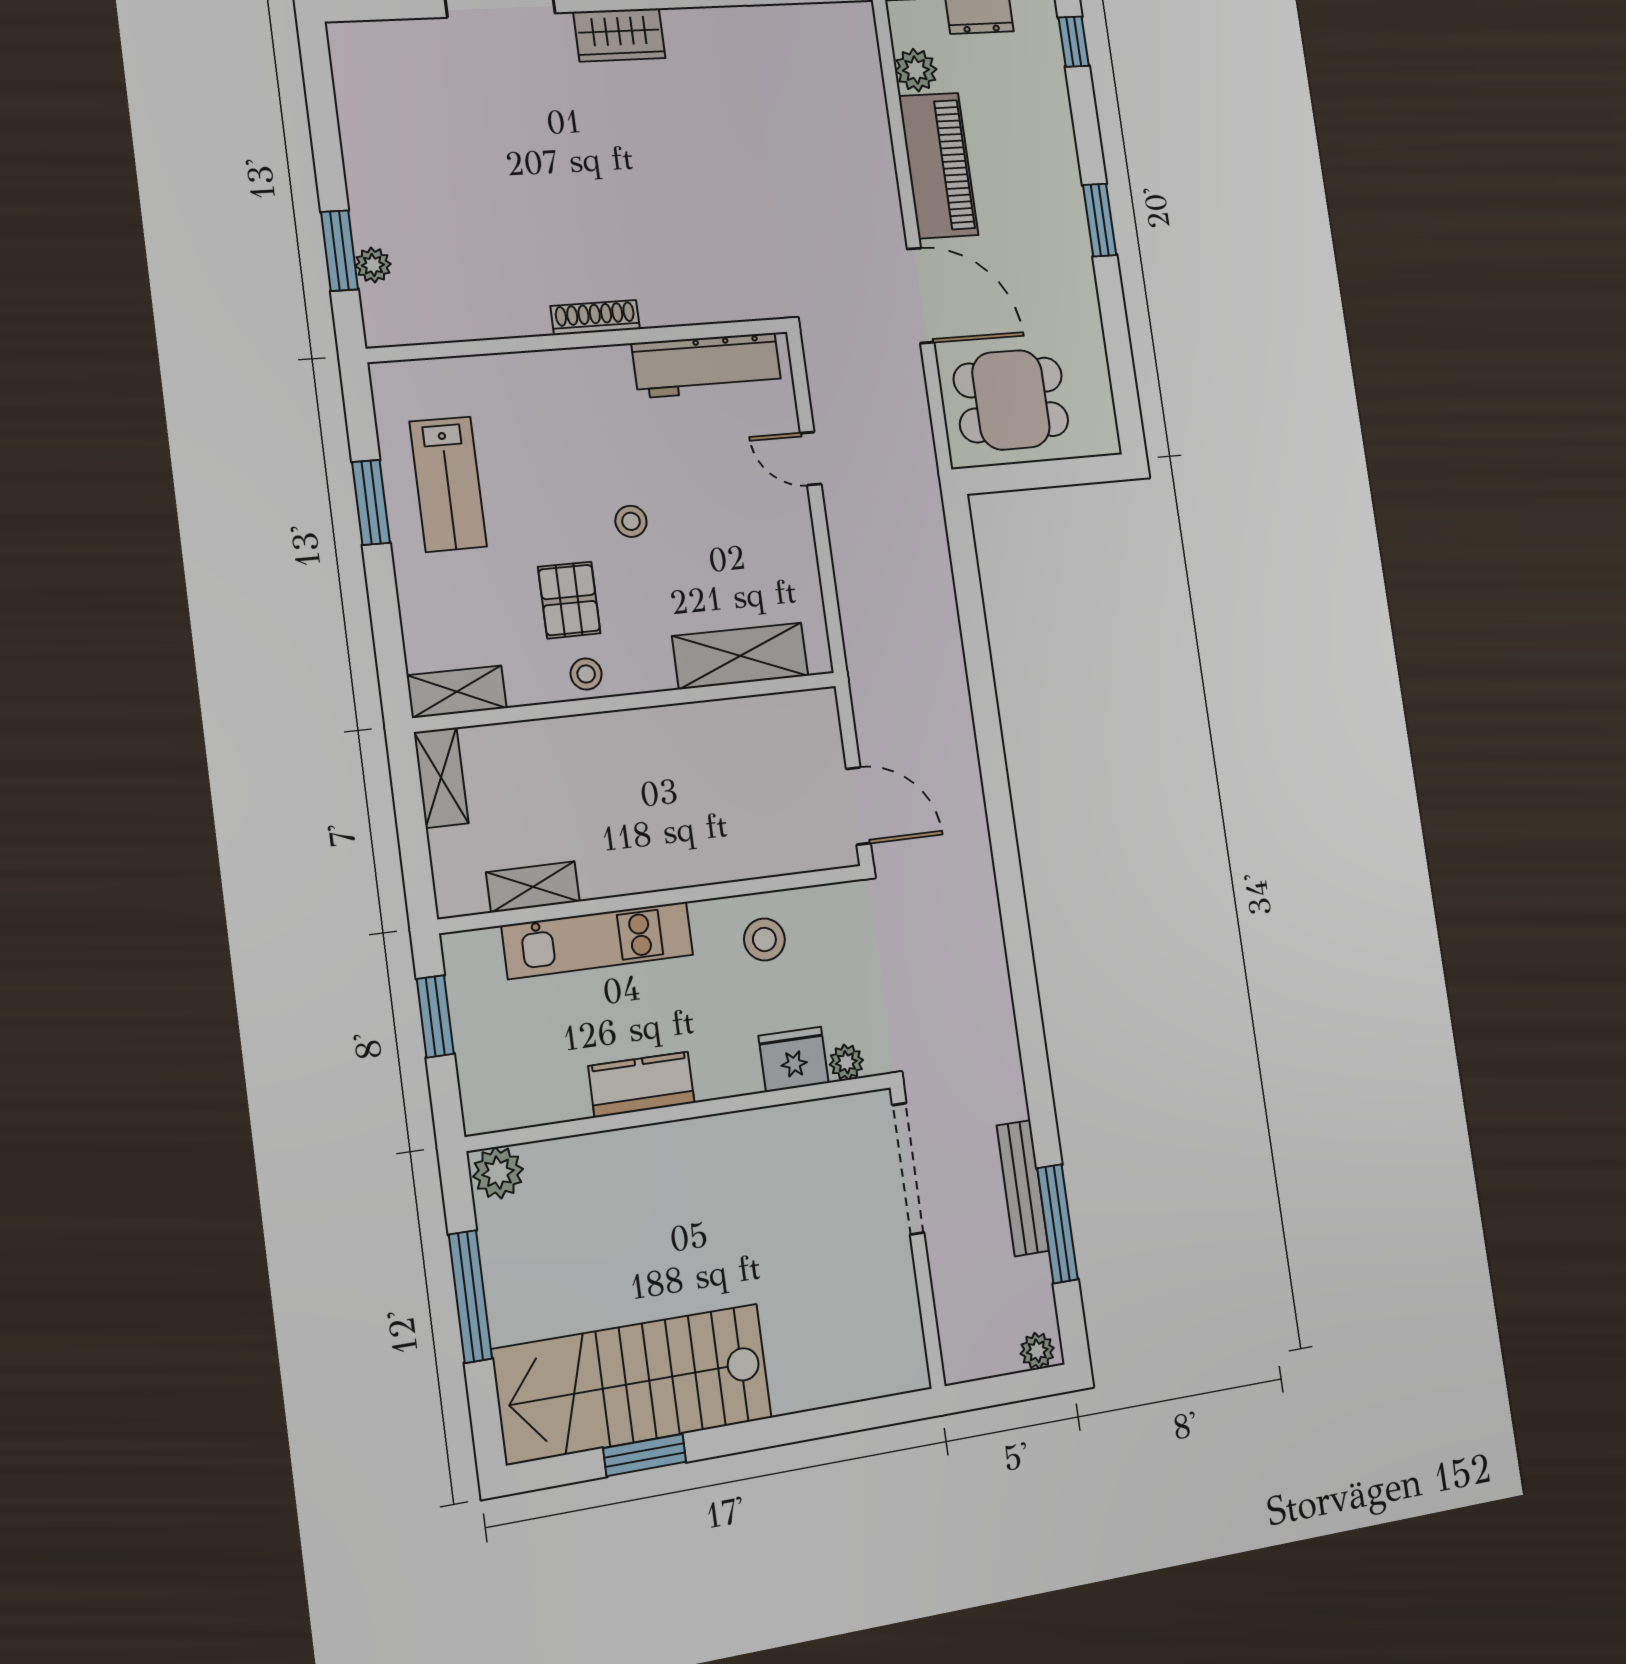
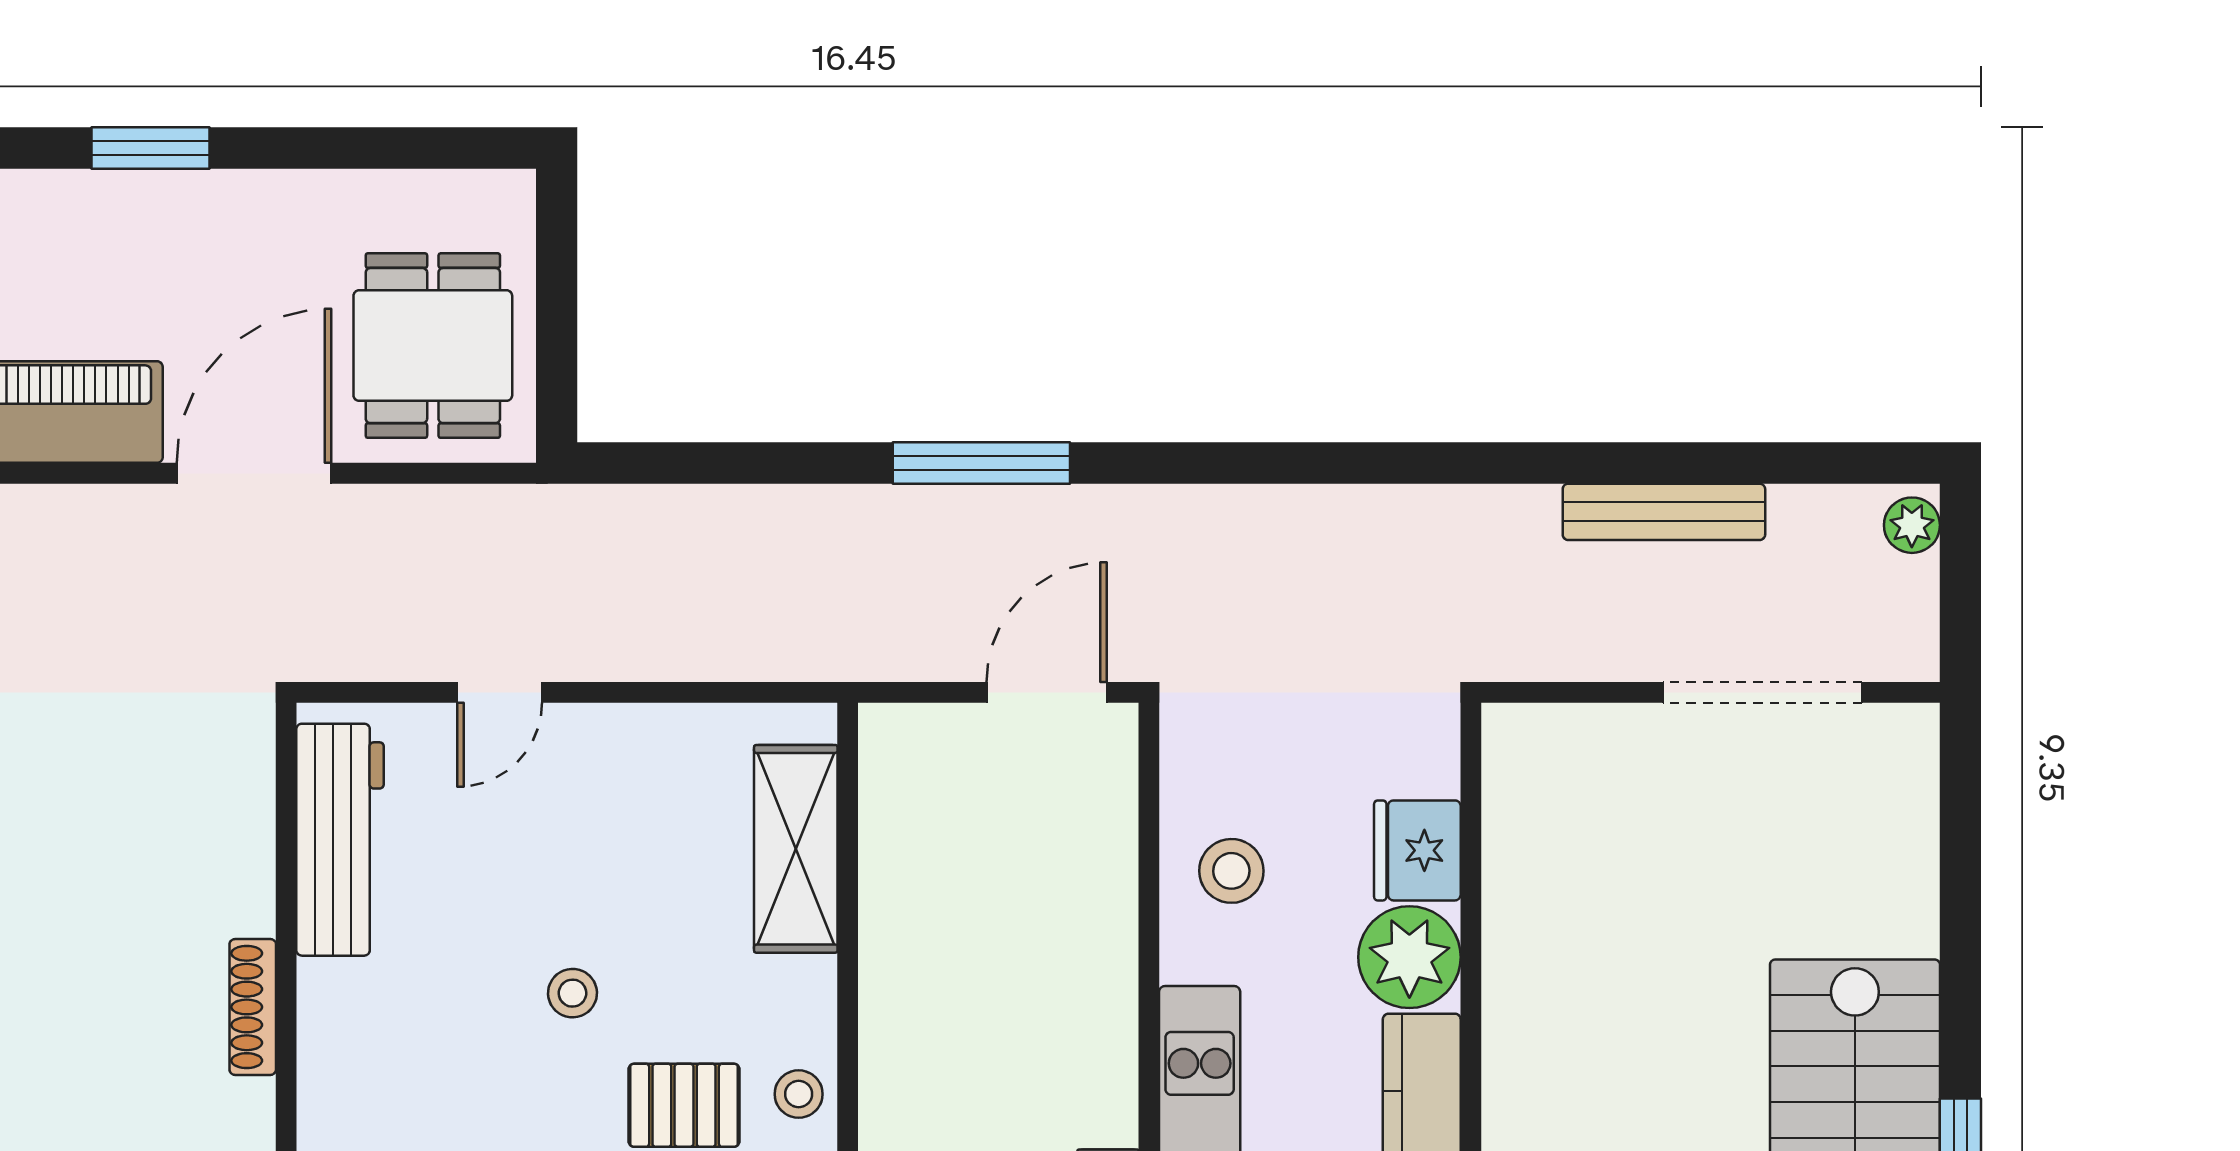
plant: (846, 1062) -> (1409, 957), moved, width x1.88, depth x1.88
doorway: (908, 1169) -> (1762, 692), moved
window: (1058, 1224) -> (981, 463), moved

